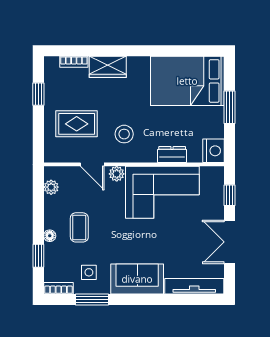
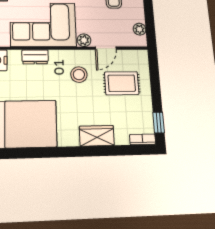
bookcase: (74, 62) -> (143, 139), moved
window: (38, 94) -> (159, 123), moved
door: (92, 164) -> (106, 48), swing flipped

